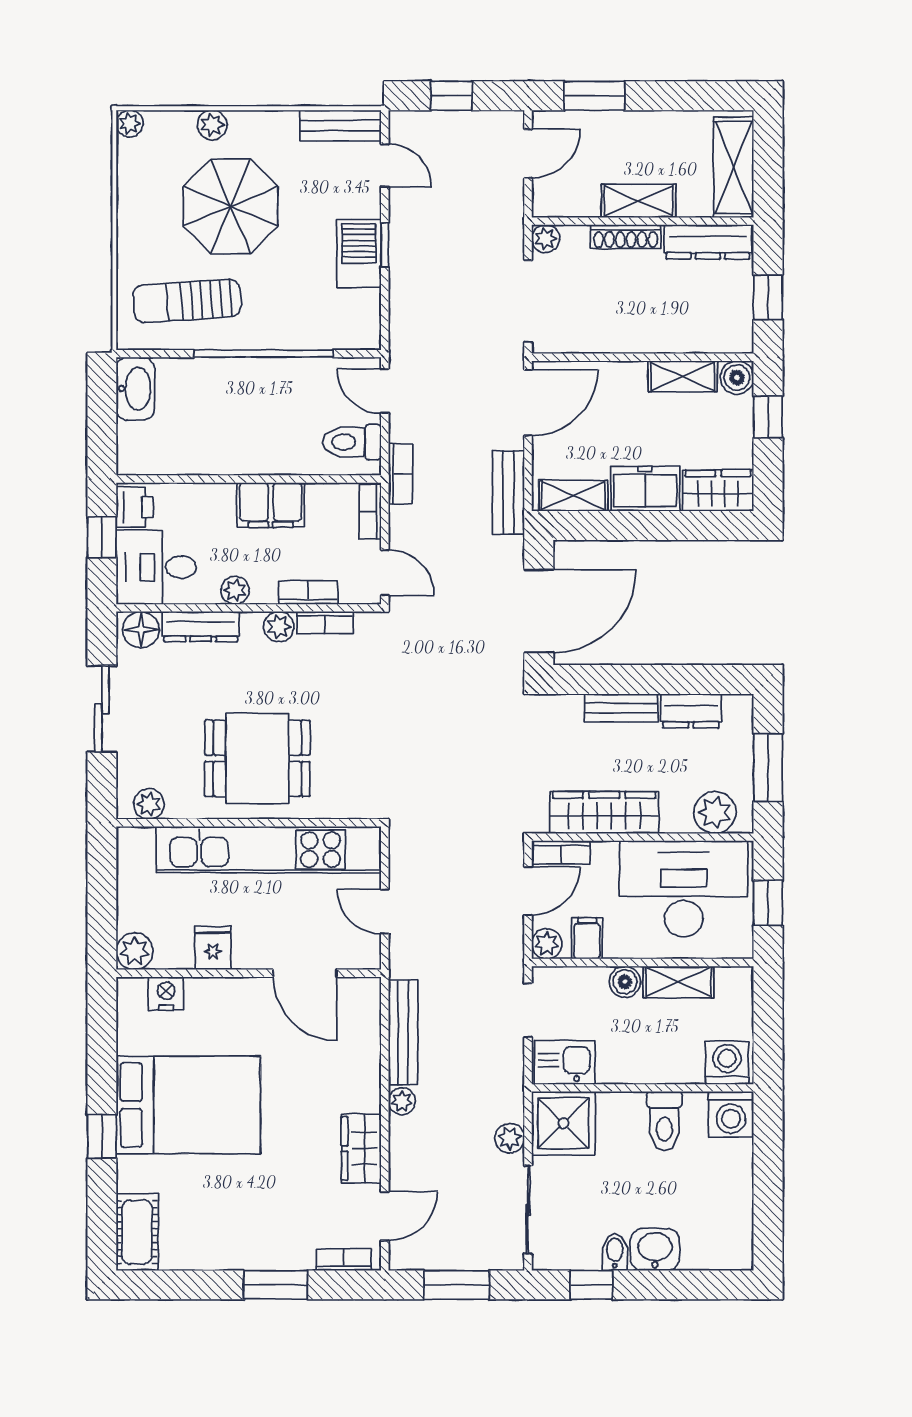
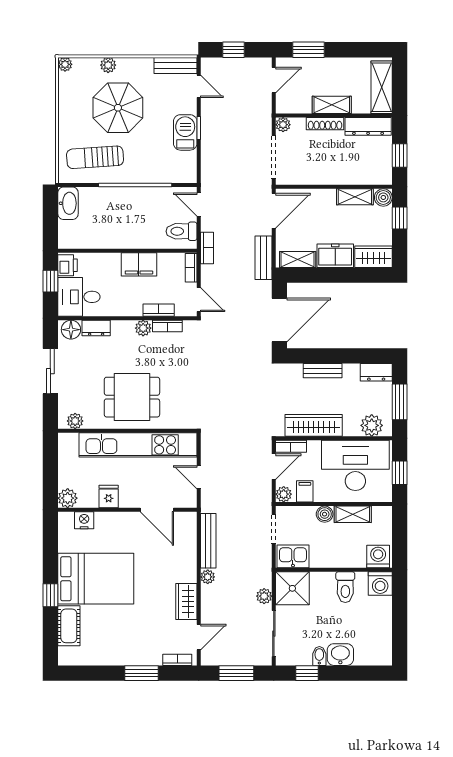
plant: (235, 590) -> (120, 309), removed
dresser: (201, 627) -> (96, 328), width x0.70
dresser: (691, 711) -> (376, 372), moved
cot: (137, 1232) -> (69, 626), moved

